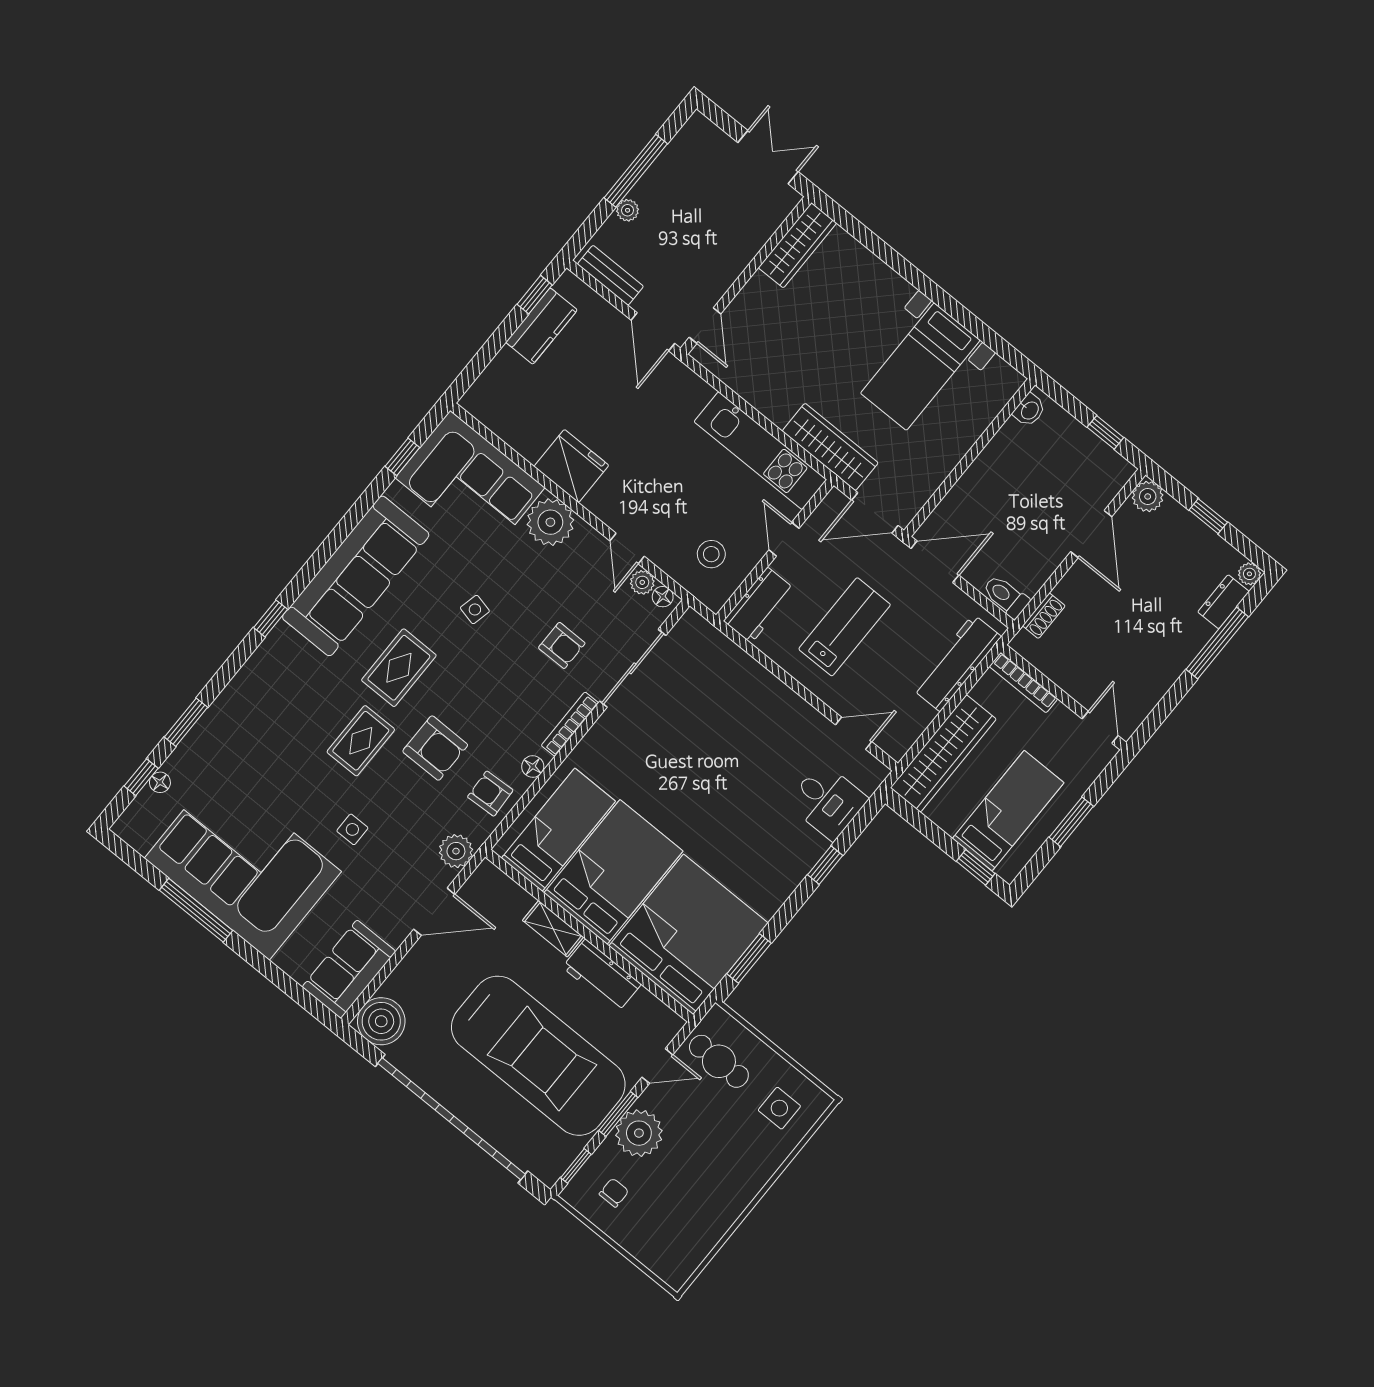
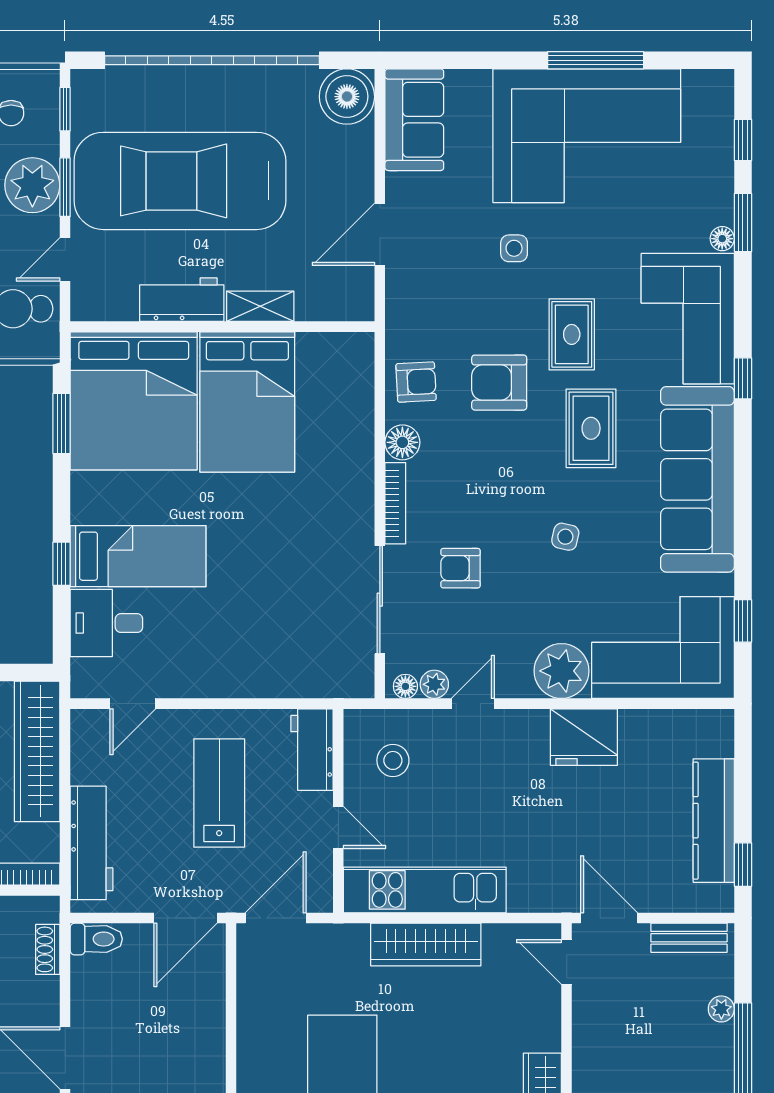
kitchen counter: (541, 326) -> (714, 821), width x1.50
wardrobe: (830, 447) -> (426, 945), moved
door: (627, 549) -> (473, 704), hinge flipped
lab bench: (845, 627) -> (219, 793), turned 180
corner sofa: (275, 688) -> (688, 319), added
floor lamp: (533, 766) -> (402, 442), width x1.37, depth x1.37
floor lamp: (160, 782) -> (722, 239), moved
bed: (558, 830) -> (138, 556), moved, turned -90
plant: (456, 851) -> (405, 305), removed

